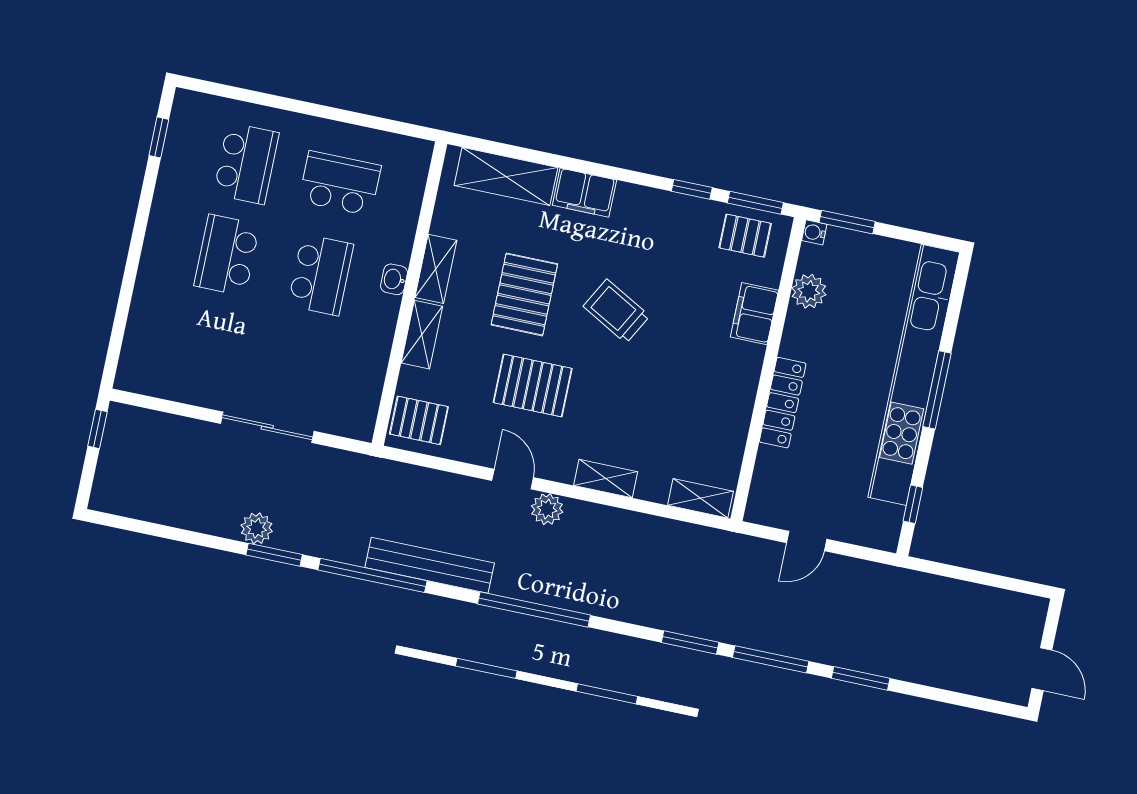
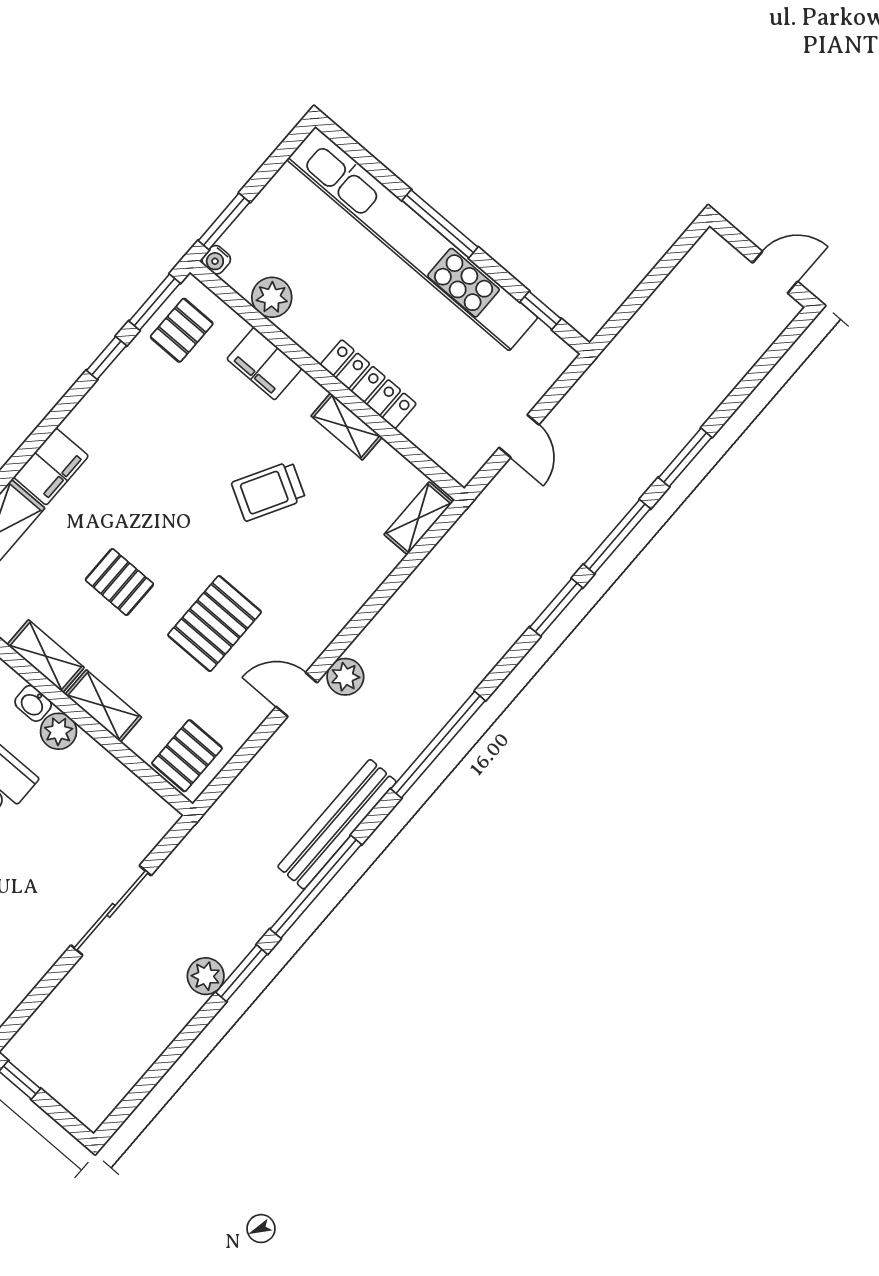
pallet: (524, 294) -> (119, 582), width x0.67, depth x0.71
plant: (383, 311) -> (59, 731), added
trolley: (616, 311) -> (268, 491), moved
shelving: (606, 479) -> (347, 427), moved, turned 90

